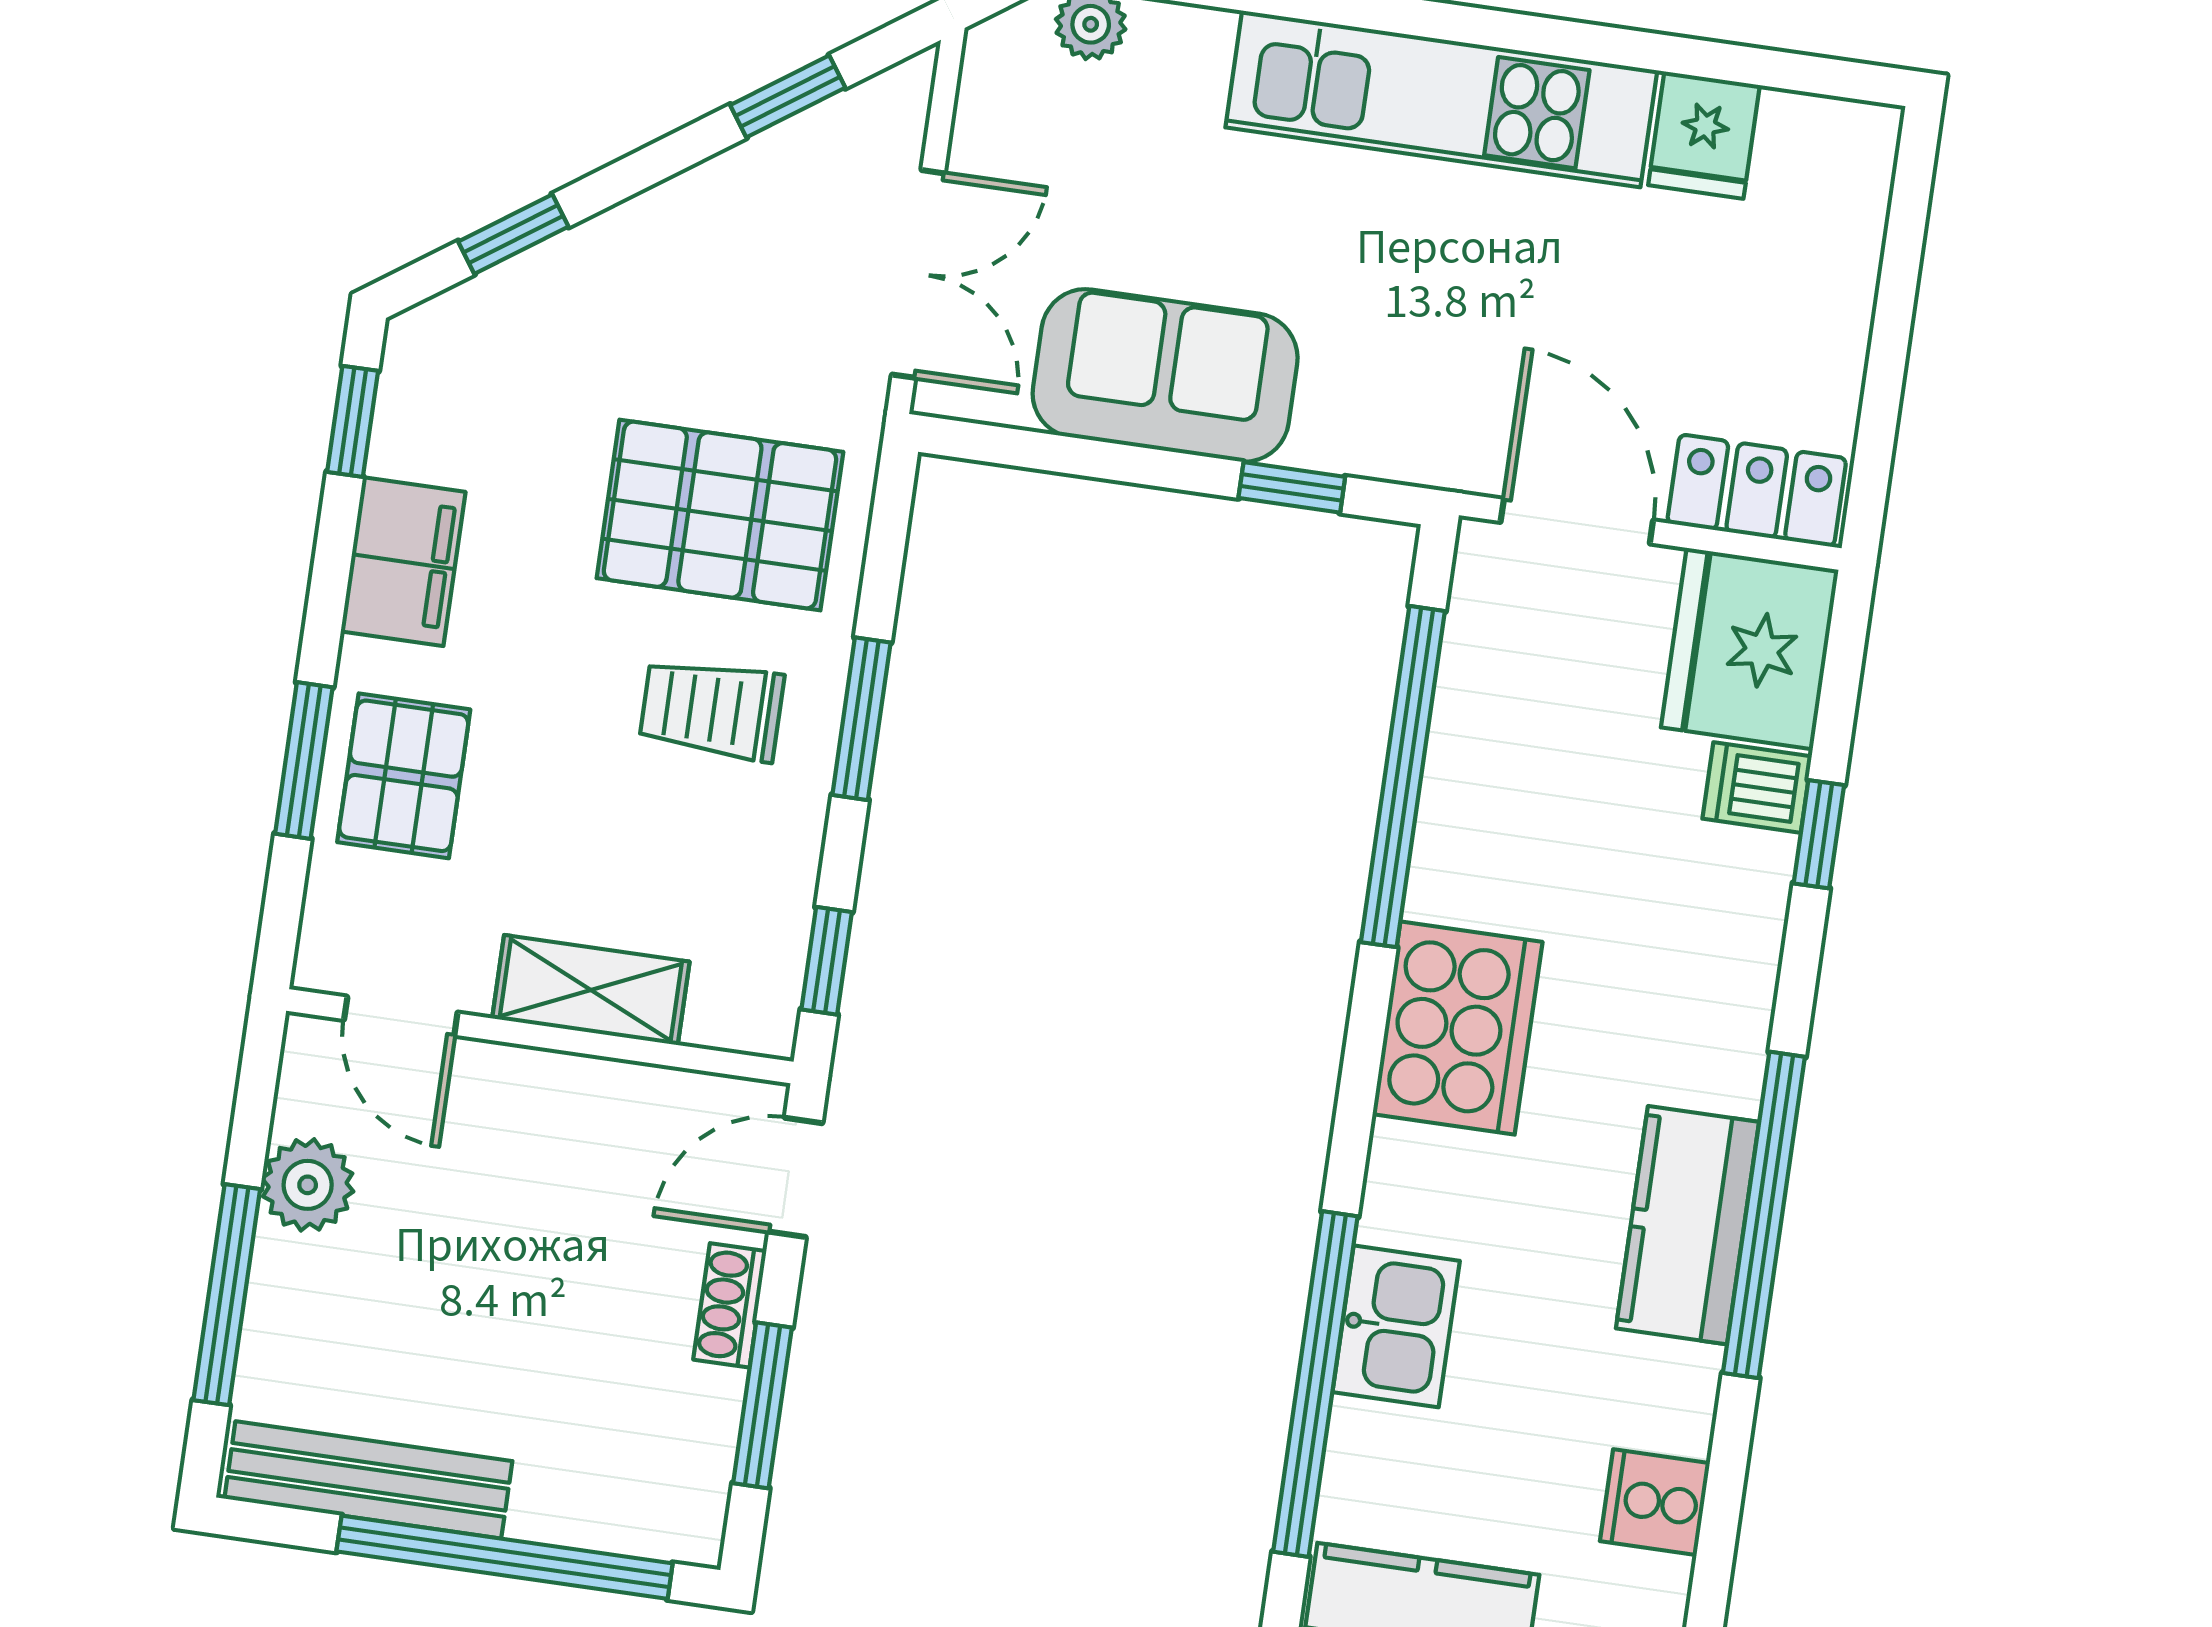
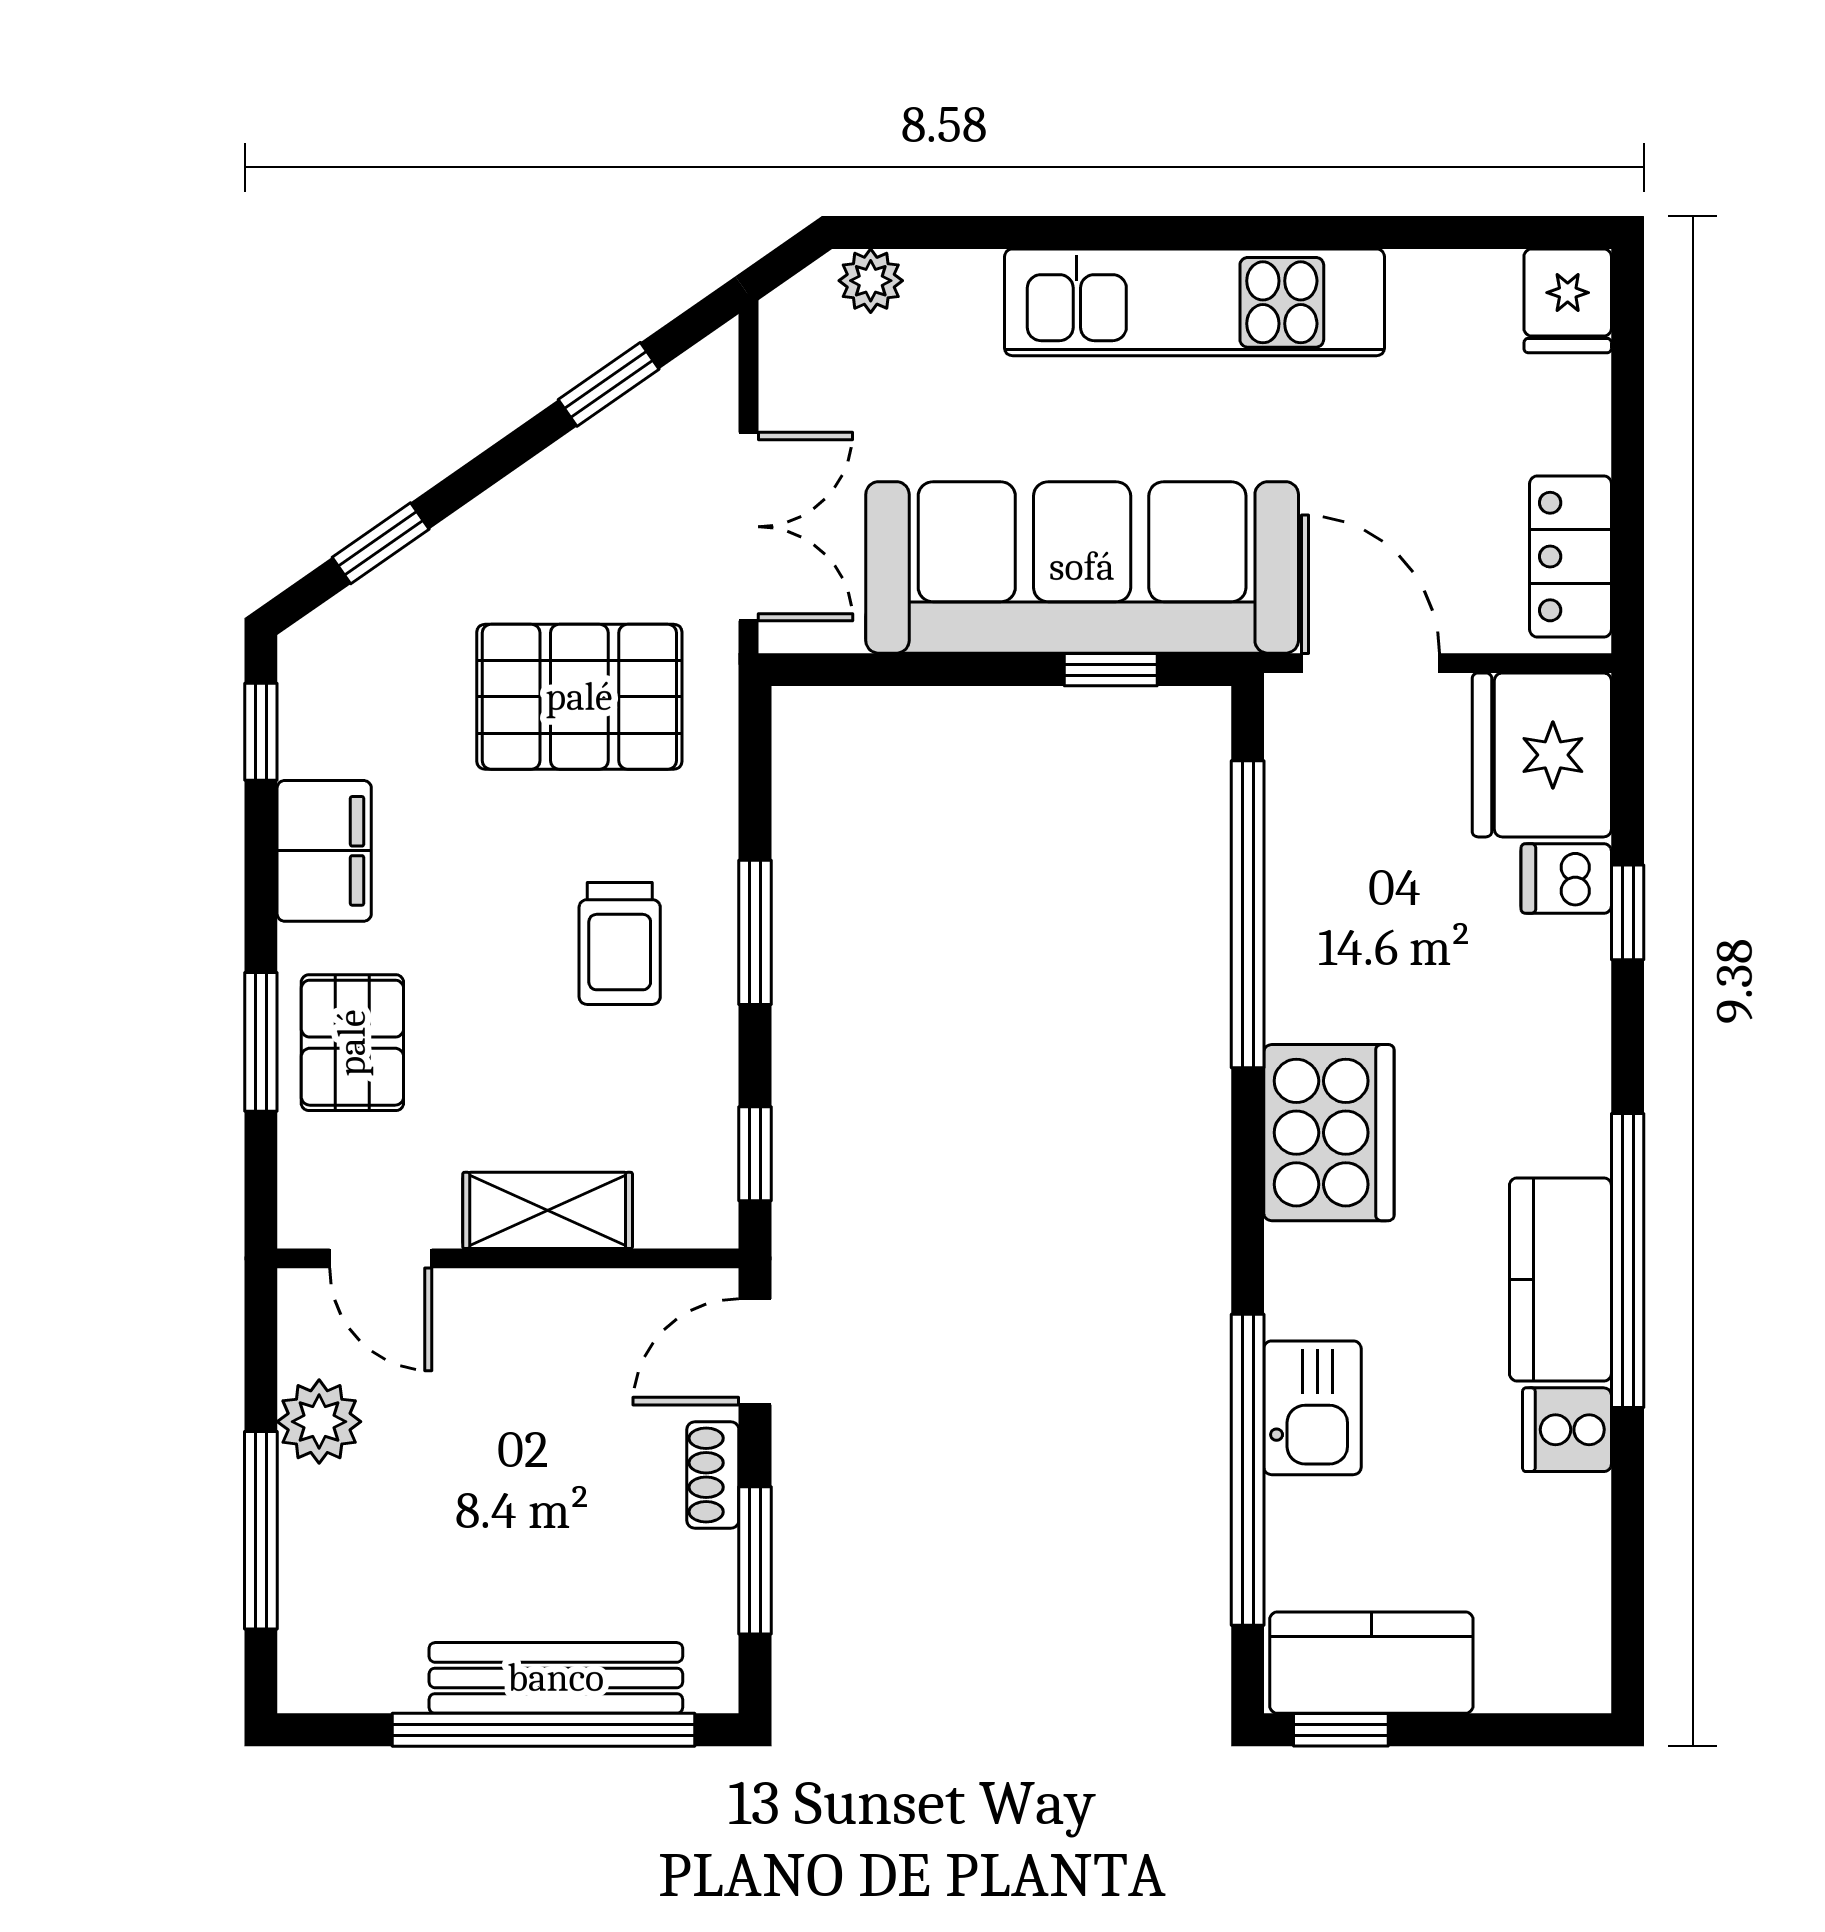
fridge: (1704, 135) -> (1568, 301), moved
sofa: (1165, 375) -> (1082, 567), width x1.85, depth x1.27
locker: (1757, 491) -> (1571, 557), moved, turned -90
pallet: (720, 515) -> (579, 697), moved
trolley: (712, 709) -> (620, 943), turned -90
bench: (368, 1480) -> (556, 1678), moved
cooker: (1655, 1502) -> (1567, 1430), moved

